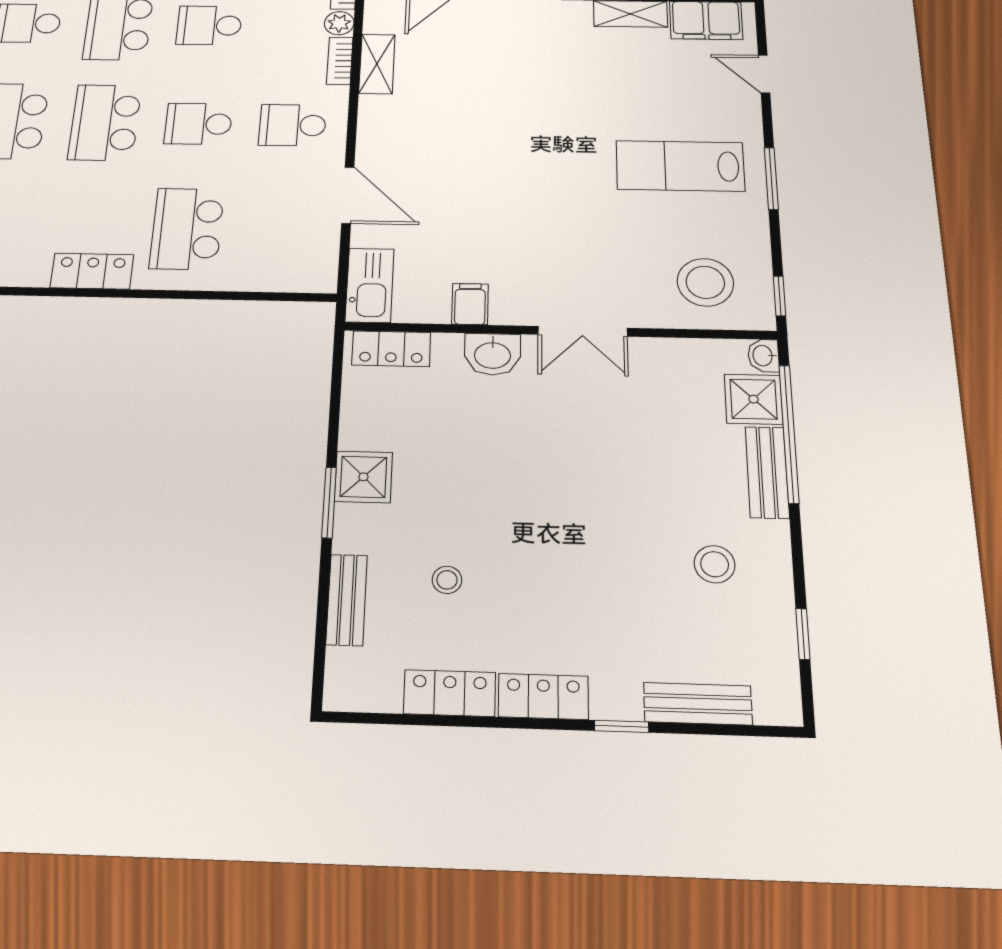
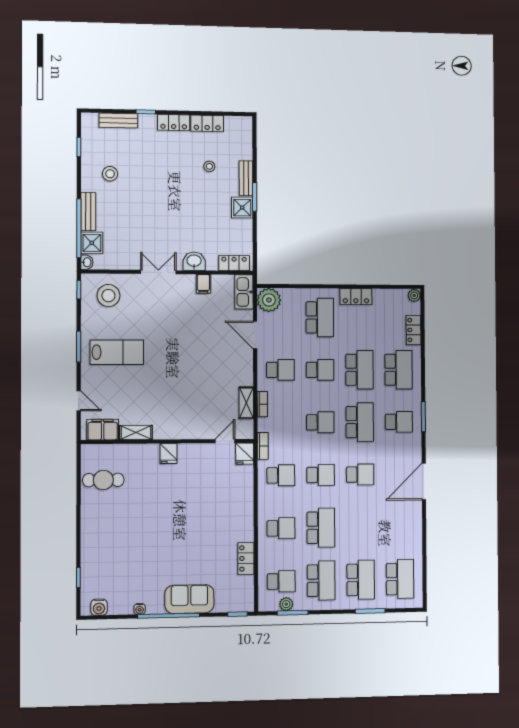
plant: (339, 23) -> (269, 300), moved, width x1.88, depth x1.88
bench: (347, 600) -> (246, 178), moved

